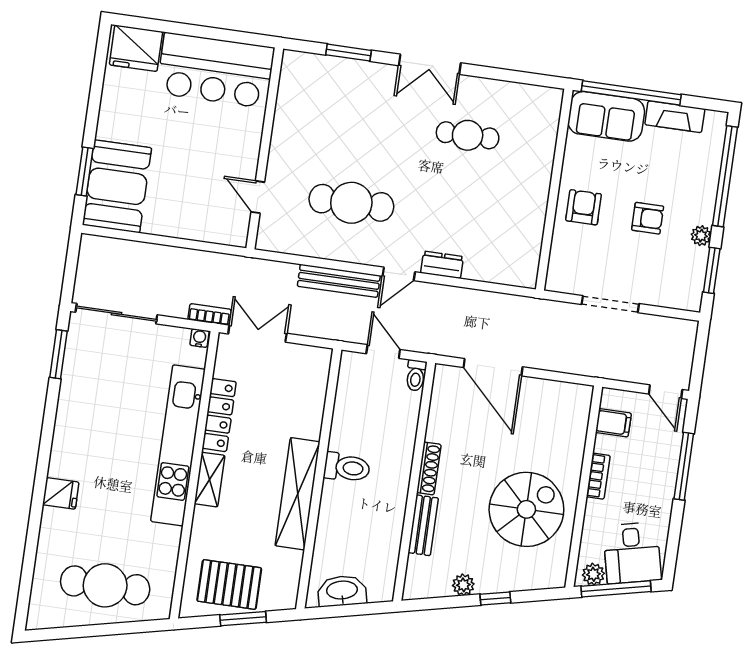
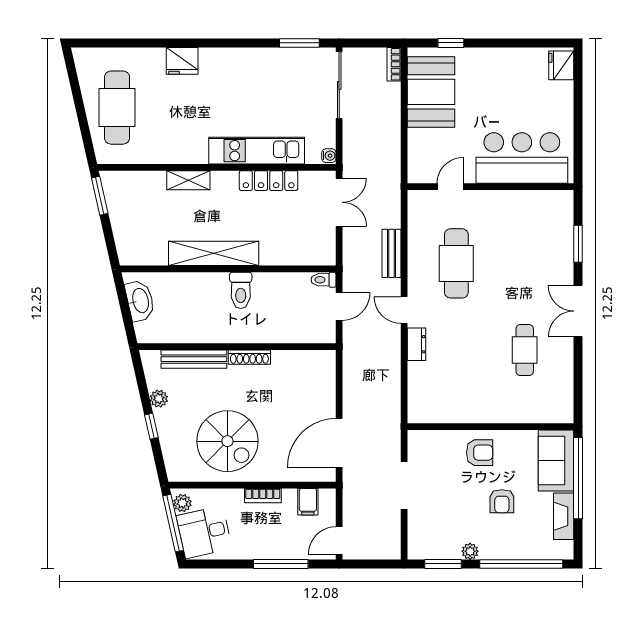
fridge: (136, 48) -> (561, 65), width x0.73, depth x0.75
bar counter: (216, 70) -> (522, 158), moved, turned 90
window: (85, 172) -> (451, 43), width x0.67
booth: (117, 186) -> (431, 92), moved, turned 90
armchair: (648, 218) -> (502, 501), moved
bench: (339, 281) -> (391, 253), width x0.73
bookcase: (209, 314) -> (394, 64), moved, turned 180
door: (493, 367) -> (339, 443), moved
toilet: (416, 375) -> (323, 280), moved
kitchen unit: (178, 445) -> (257, 151), width x0.73
shelving: (210, 480) -> (188, 180), moved
fridge: (61, 493) -> (182, 61), width x1.38
bench: (423, 525) -> (194, 359), width x1.36
pallet: (229, 584) -> (132, 208), removed
window: (243, 619) -> (100, 196), moved

